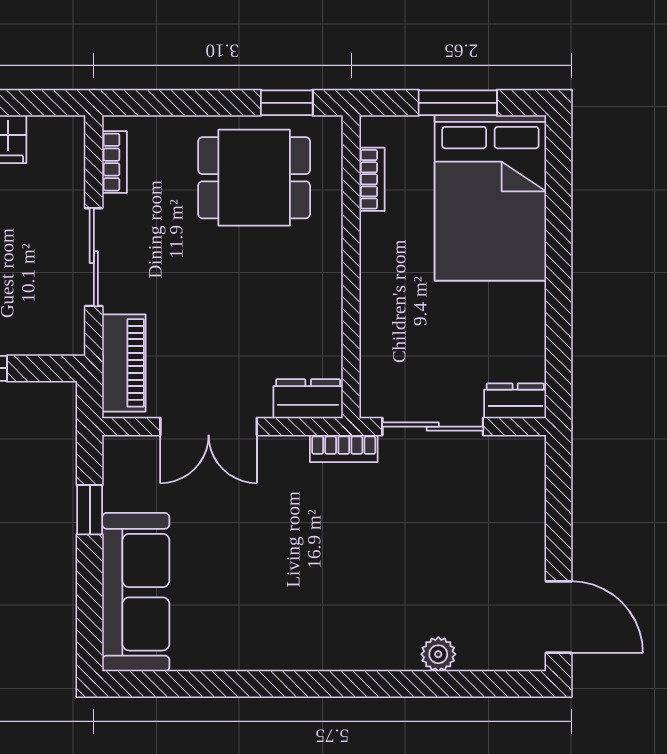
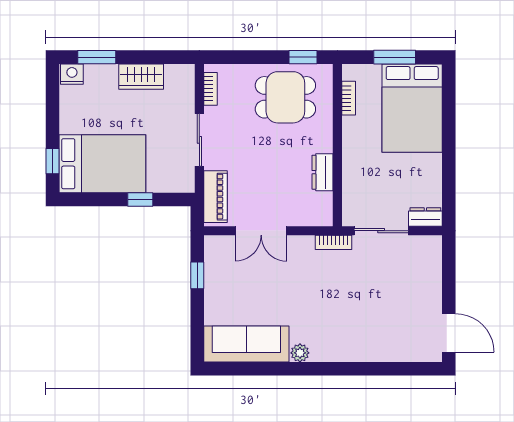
dresser: (308, 399) -> (323, 172), moved, turned -90
sofa: (136, 592) -> (246, 344), moved, turned -90
plant: (438, 654) -> (300, 353), moved

